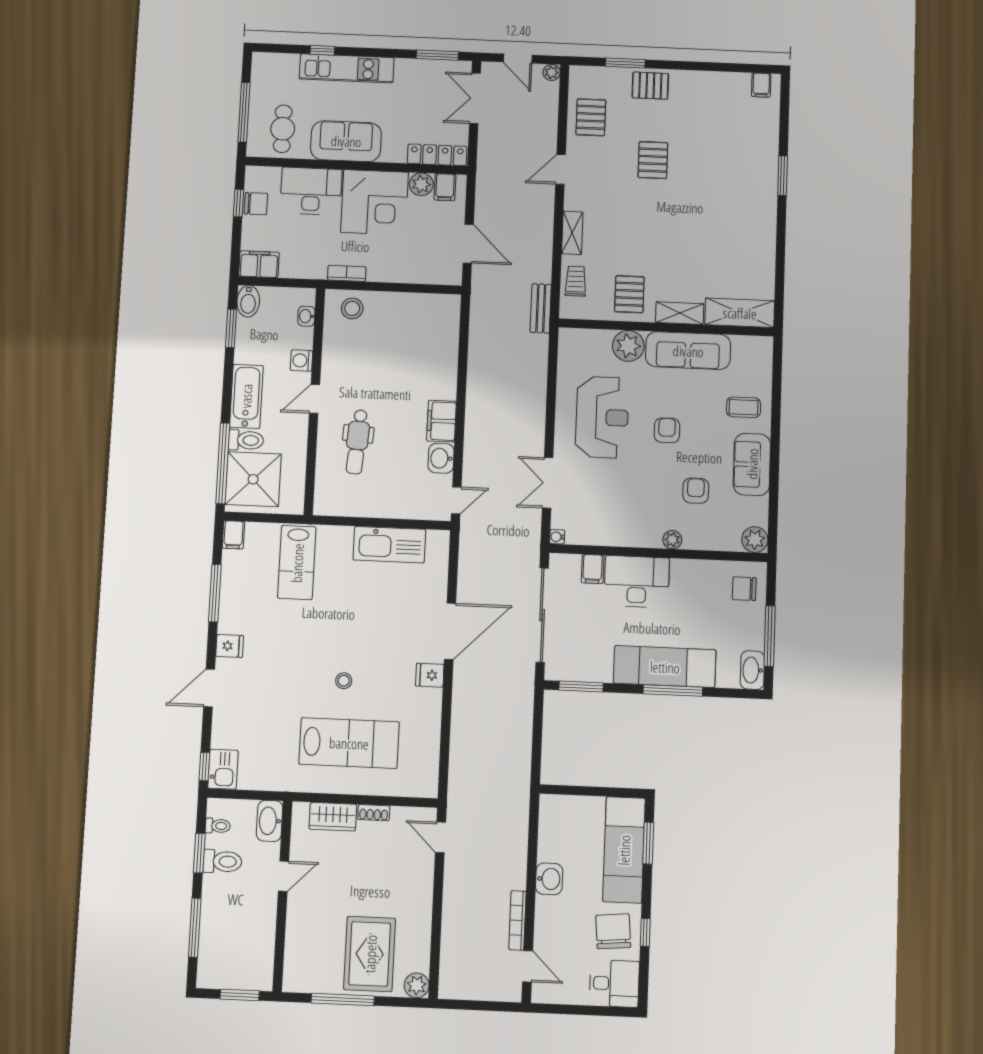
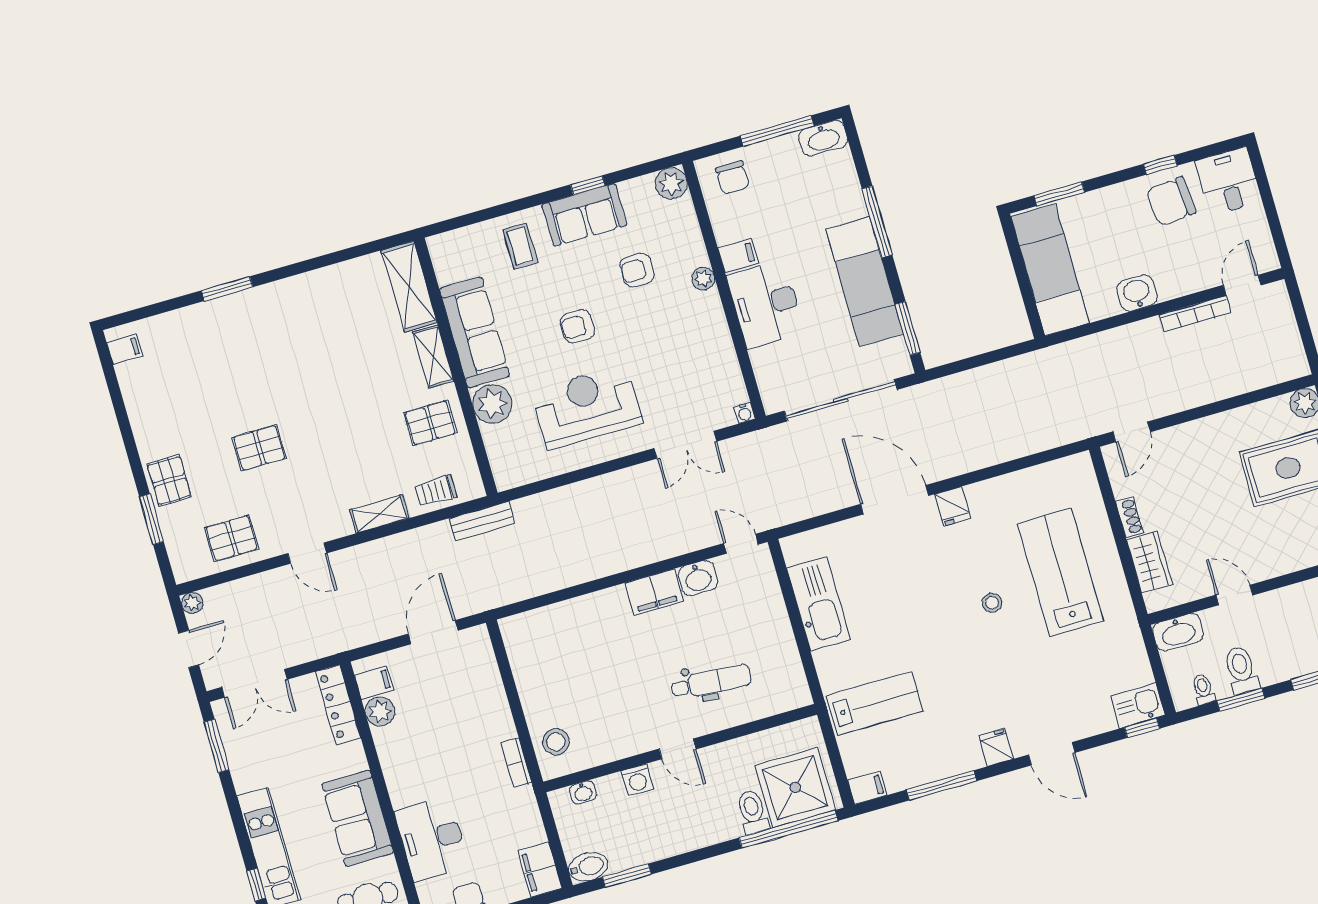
corner desk: (374, 202) -> (420, 759), removed
bathtub: (246, 396) -> (701, 829), removed
window: (774, 475) -> (588, 185), added
filing cabinet: (593, 569) -> (738, 256), moved
exam couch: (665, 667) -> (865, 282), moved
exam couch: (624, 850) -> (1050, 270), moved, turned -90

